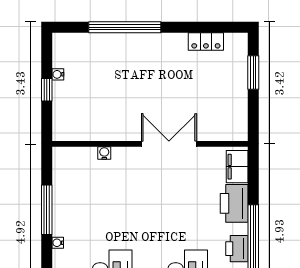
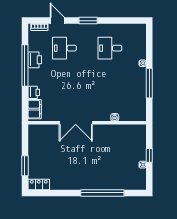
locker: (206, 41) -> (39, 184), moved
printer: (234, 203) -> (34, 92), width x0.53, depth x0.68

